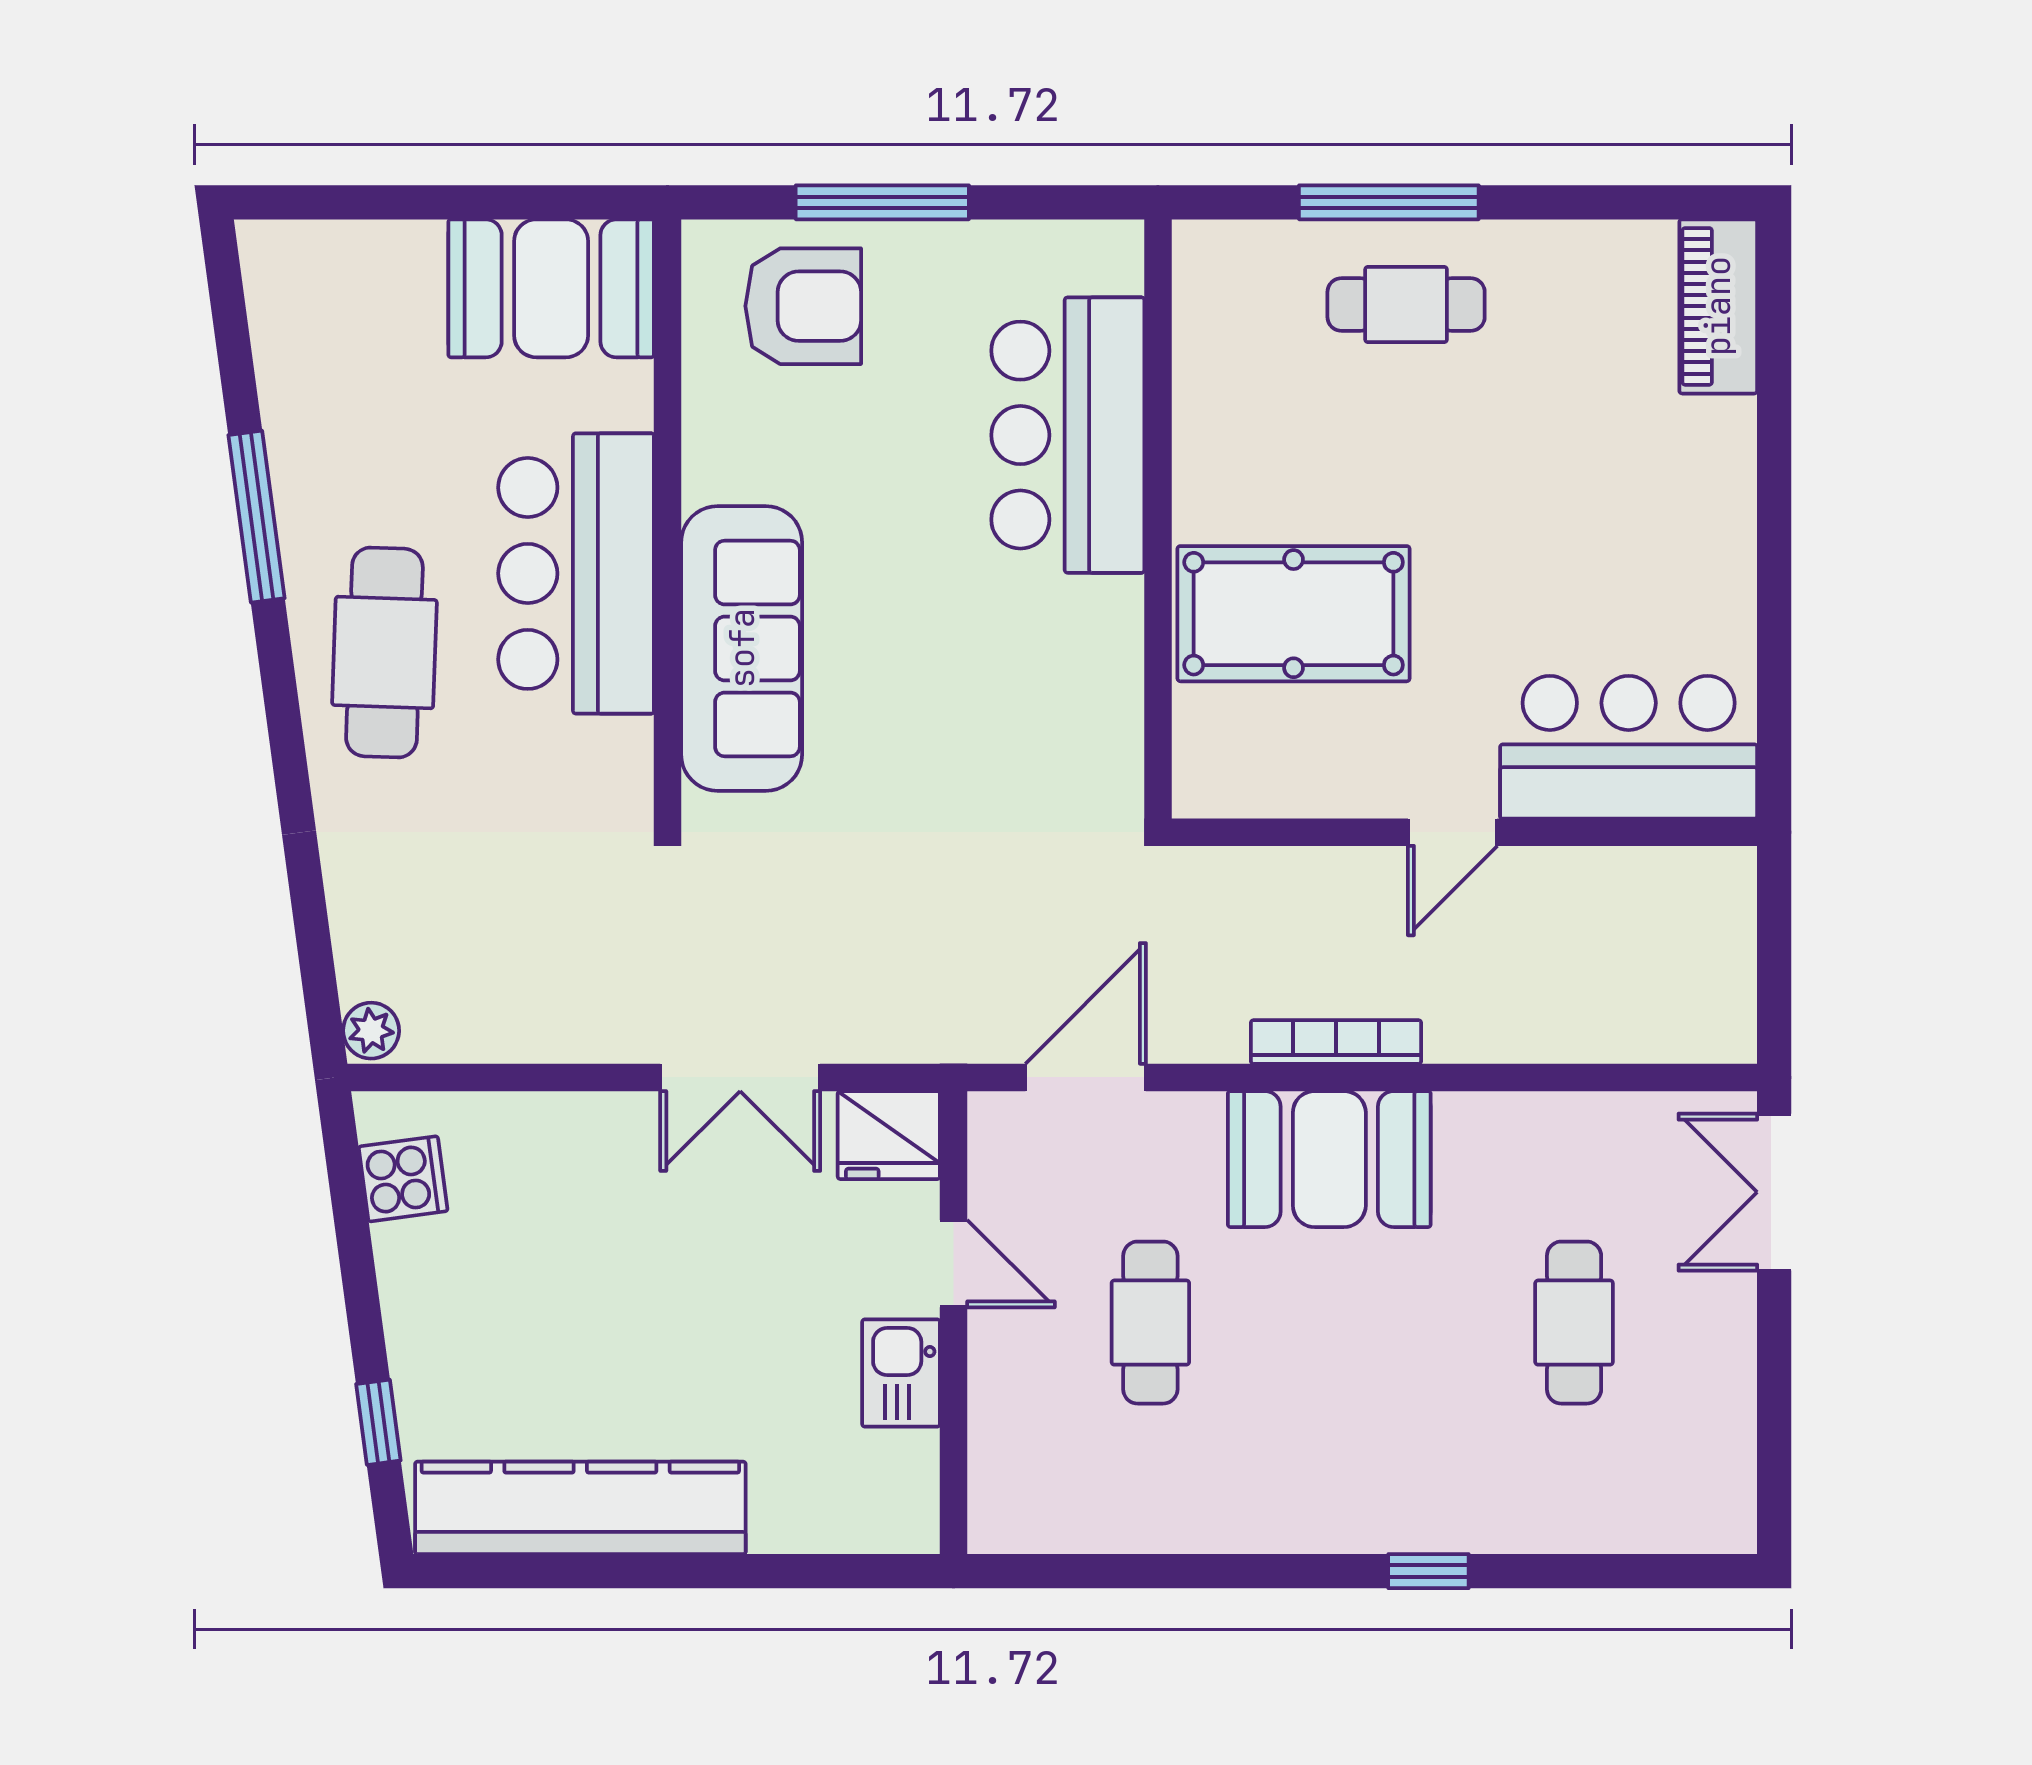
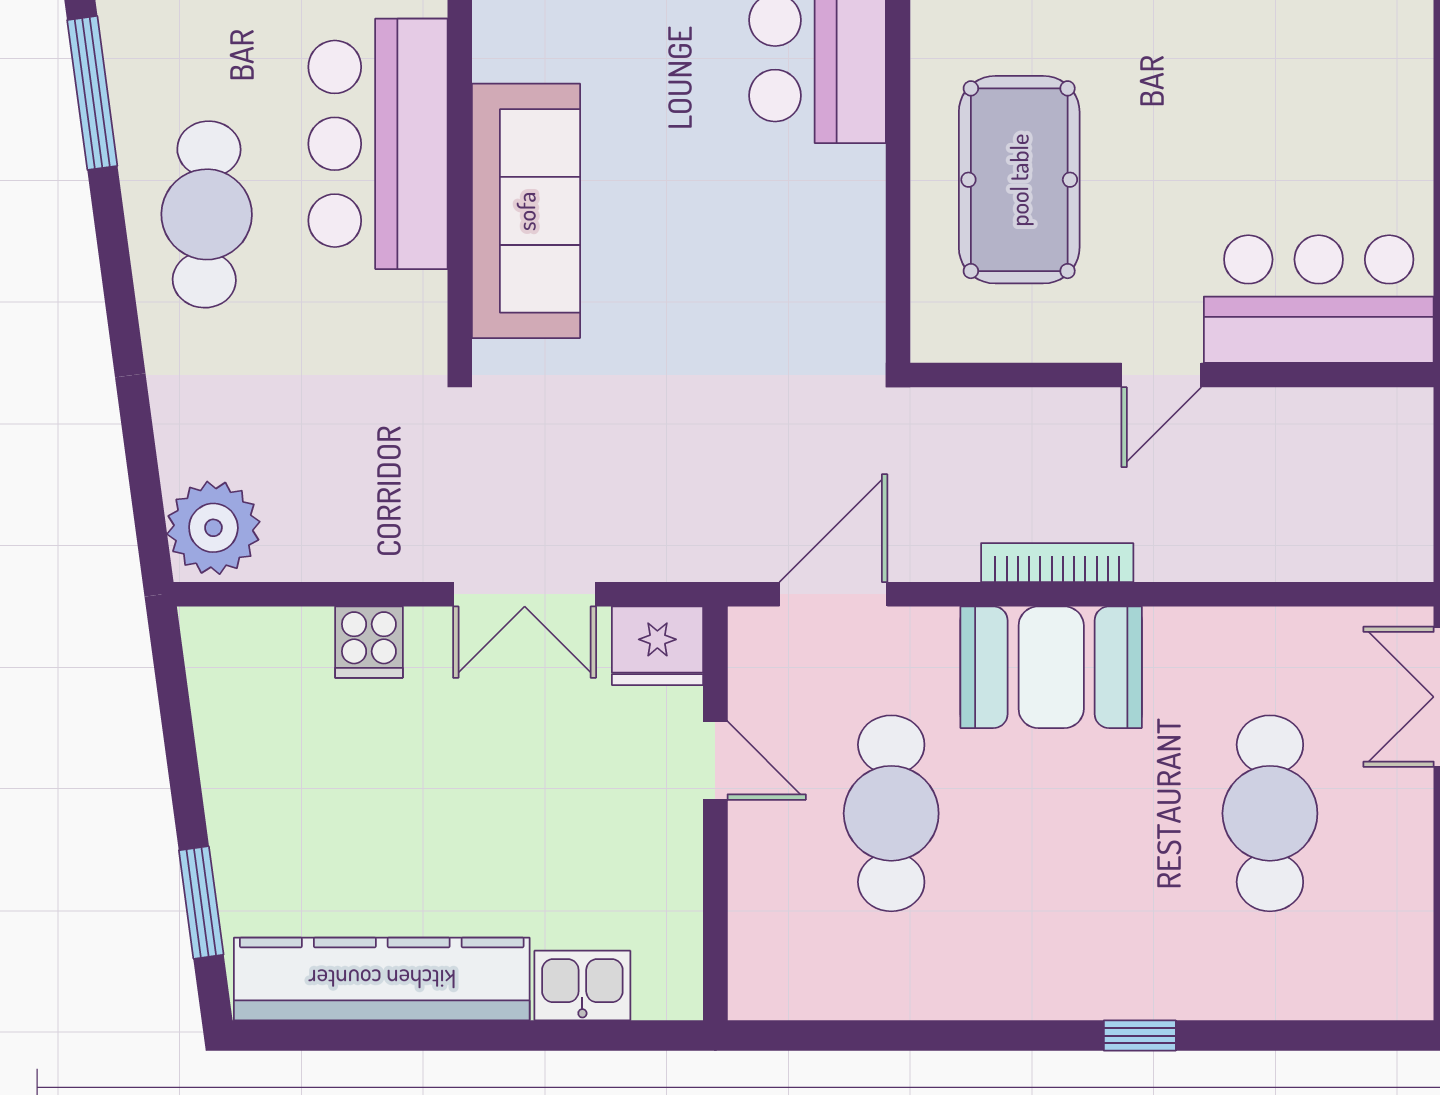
pool table: (1294, 614) -> (1019, 180), turned 90
plant: (371, 1031) -> (213, 528), width x1.88, depth x1.88
cooker: (403, 1179) -> (369, 642), moved, turned 98
cafe table: (1150, 1323) -> (891, 813), width x1.37, depth x1.35
cafe table: (1574, 1323) -> (1270, 813), width x1.37, depth x1.35
kitchen sink: (901, 1373) -> (582, 986), moved, turned 90
window: (378, 1422) -> (201, 902), width x1.50

